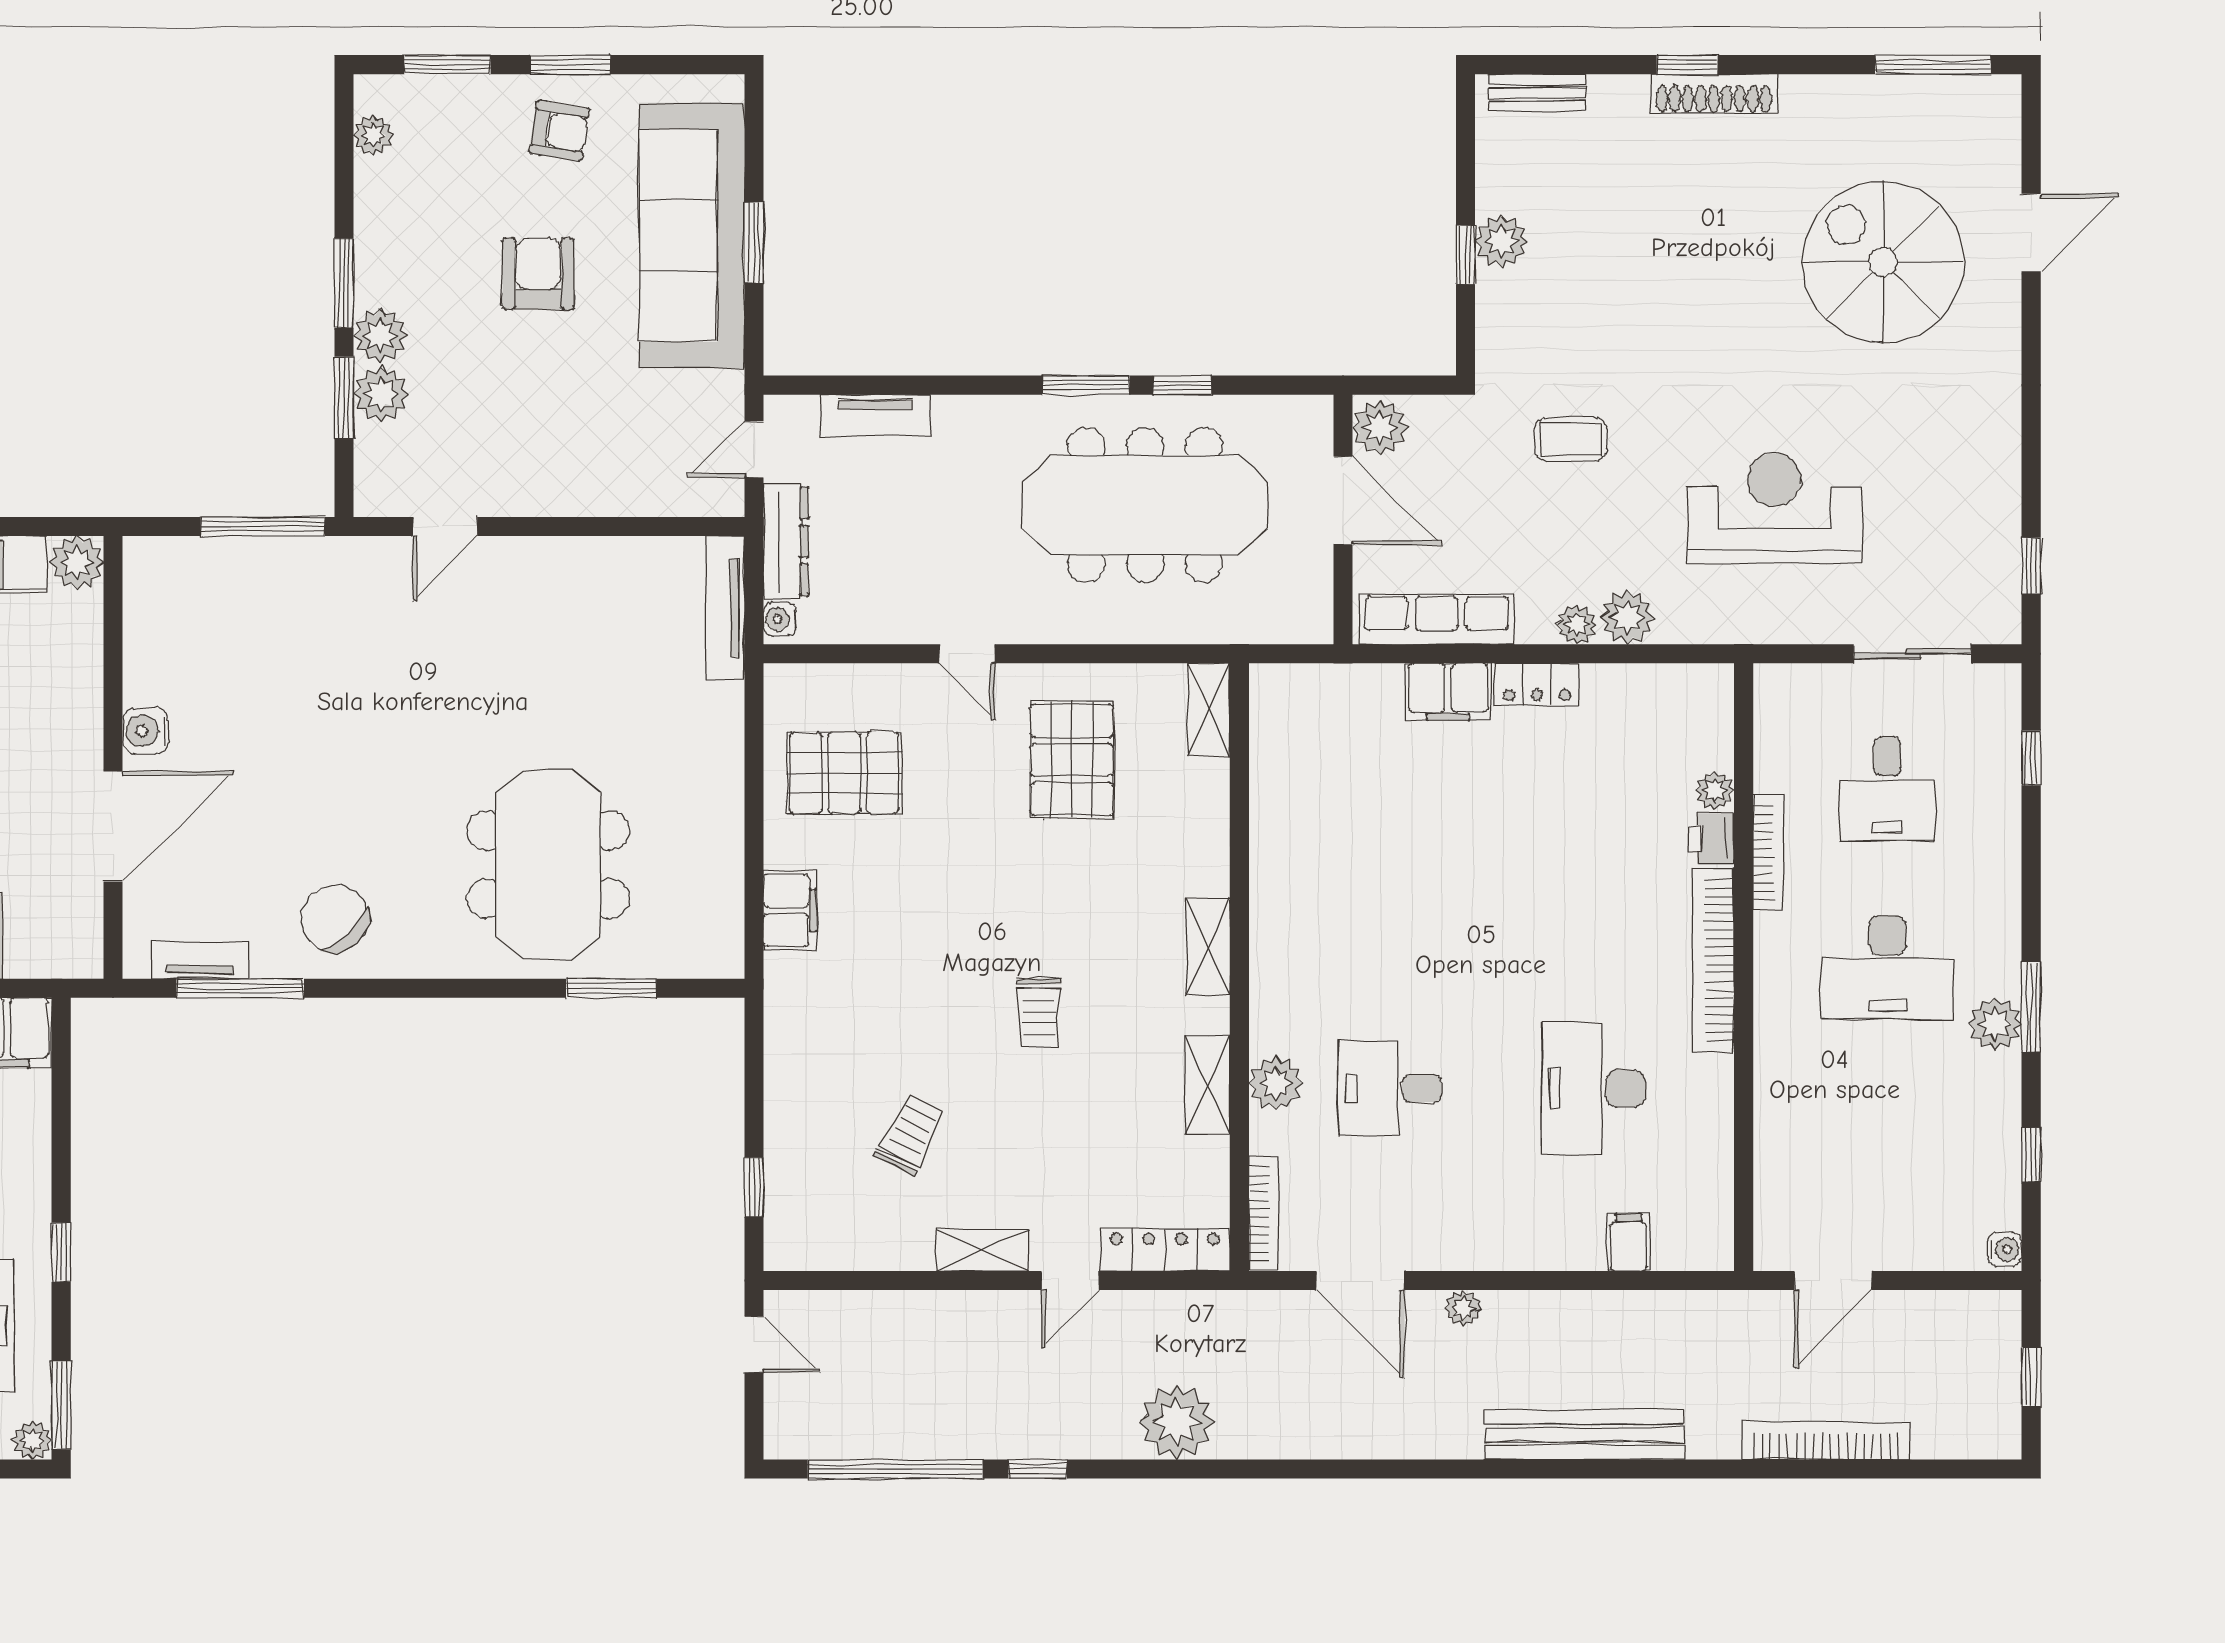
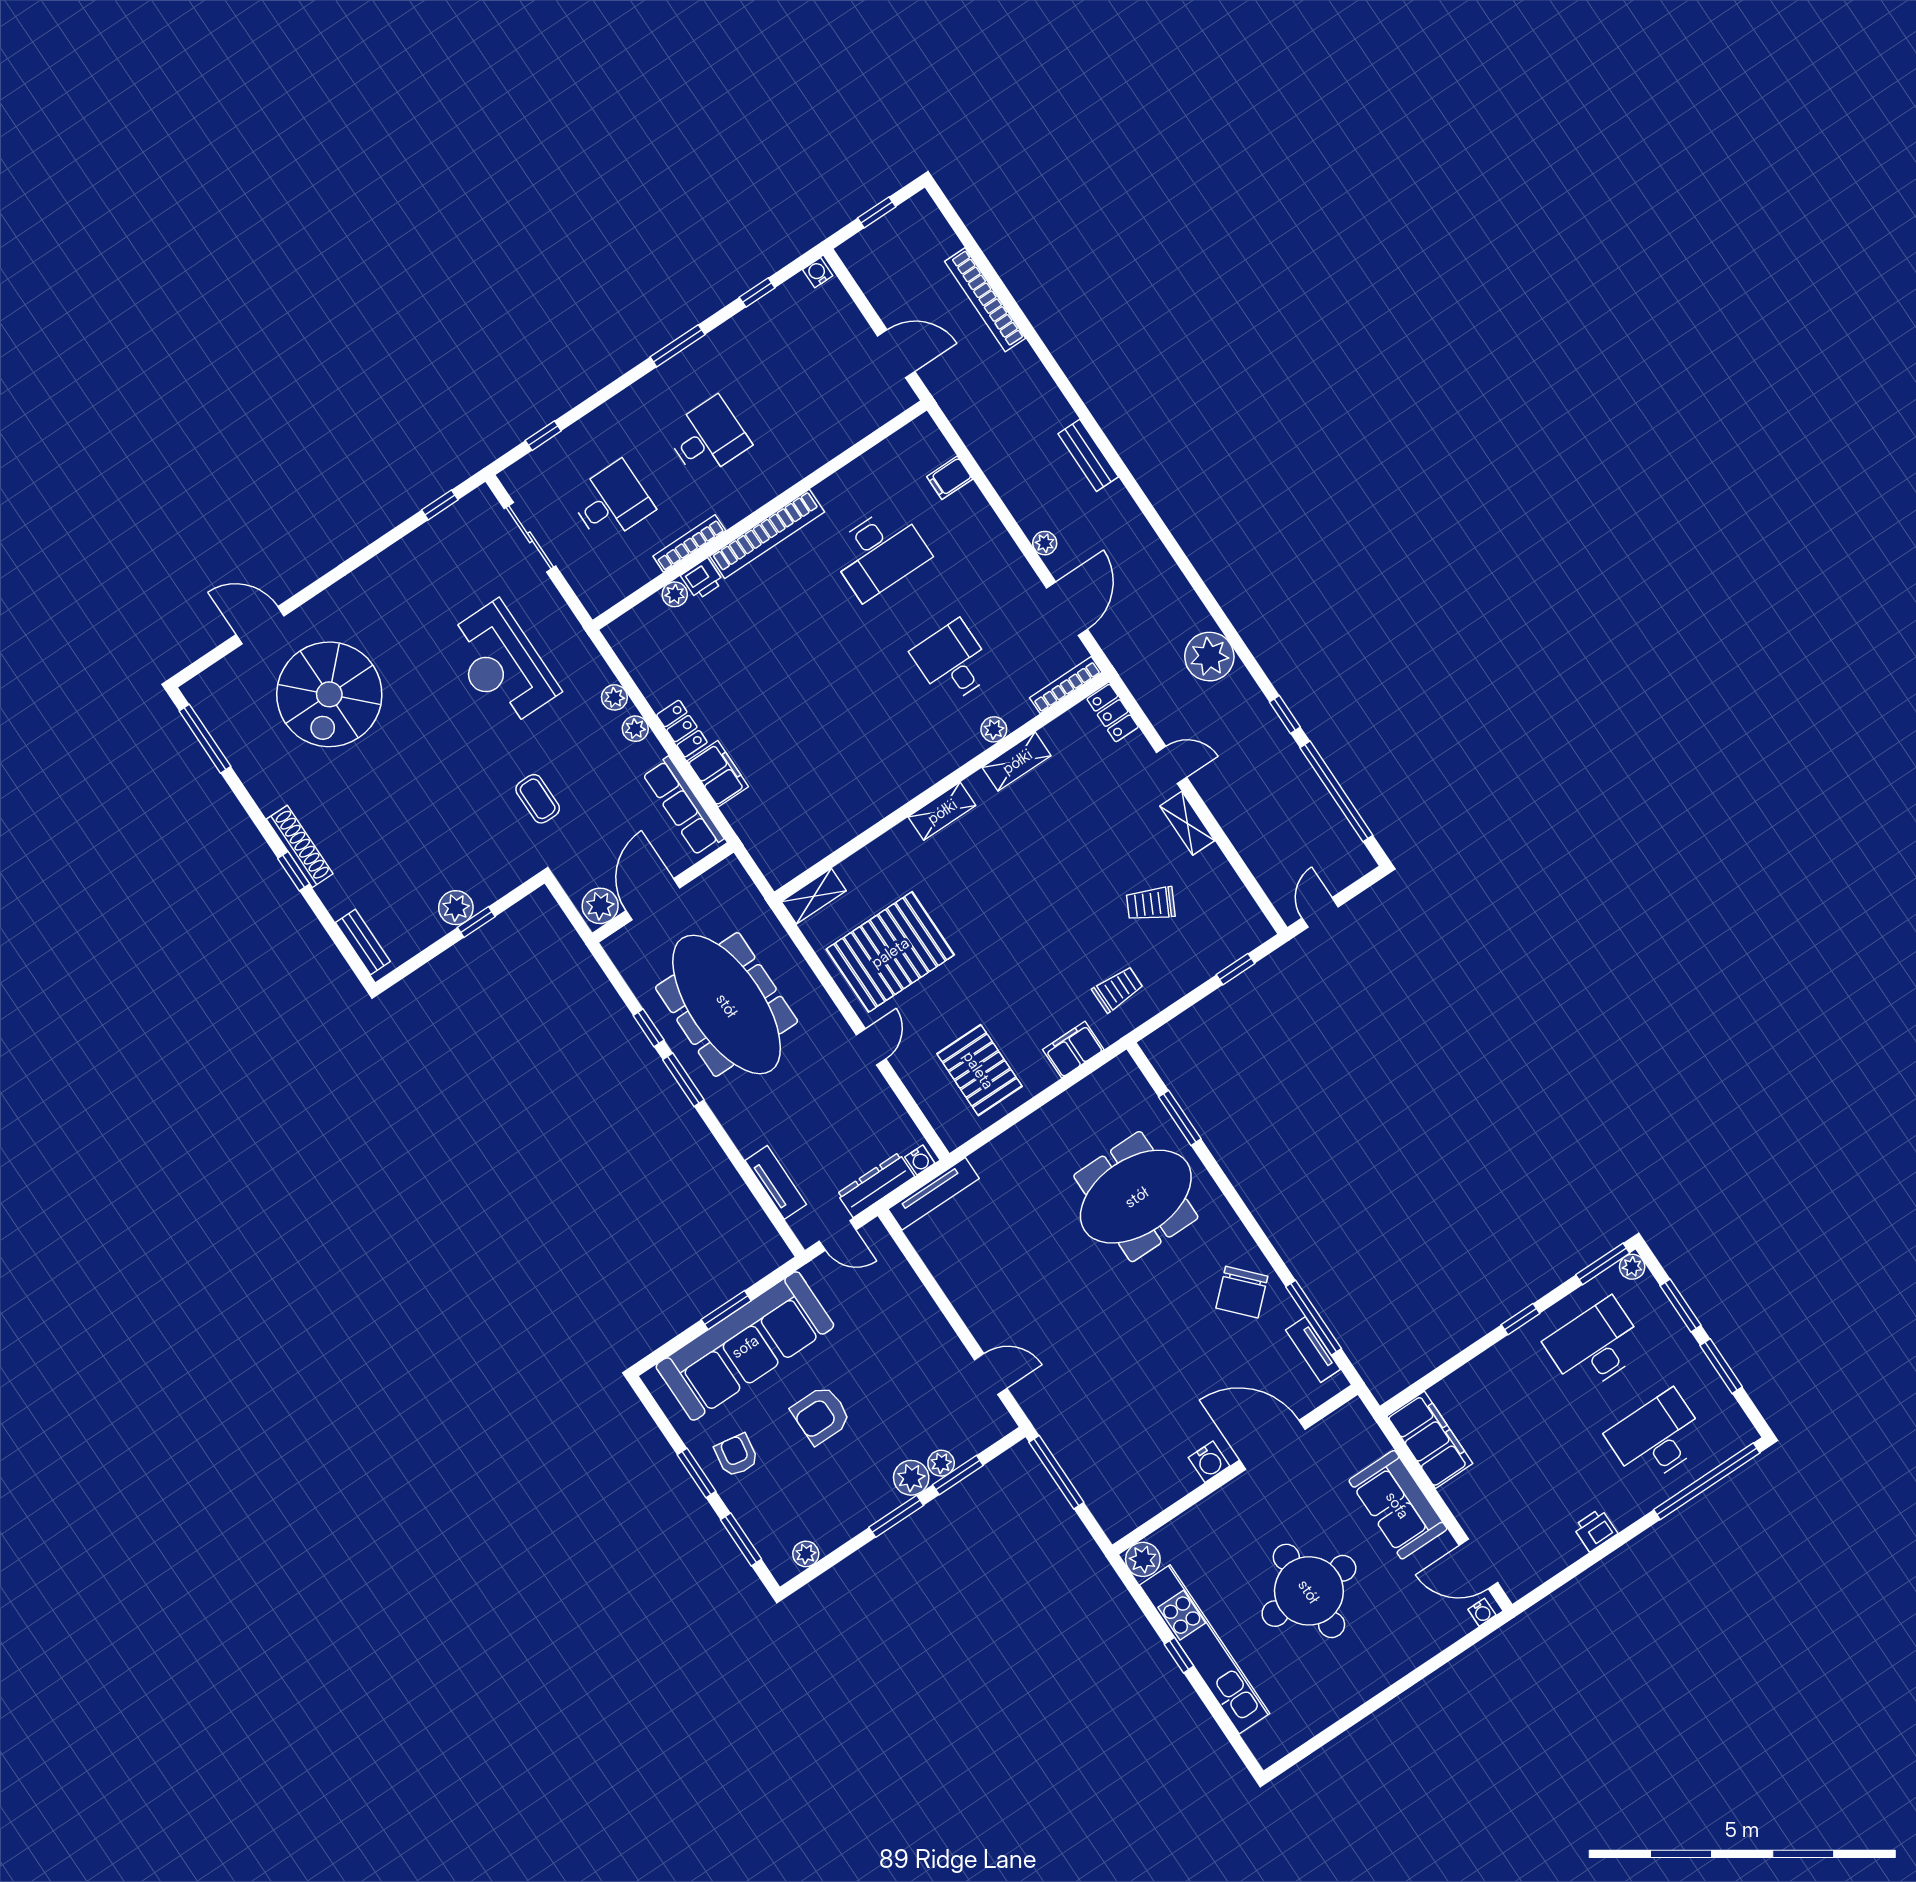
plant: (381, 394) -> (941, 1463), width x0.73, depth x0.73
plant: (1627, 617) -> (614, 697), width x0.73, depth x0.73
pallet: (1072, 760) -> (890, 952), width x1.37, depth x1.41
desk: (1887, 967) -> (708, 438), width x0.73
trolley: (1039, 1013) -> (1118, 989), moved
plant: (1995, 1024) -> (700, 359), removed
plant: (1276, 1083) -> (994, 729), width x0.73, depth x0.73
desk: (1390, 1088) -> (953, 662), turned 180
locker: (1165, 1250) -> (1113, 713), width x0.66
bench: (1585, 1435) -> (1088, 455), width x0.54, depth x0.82

